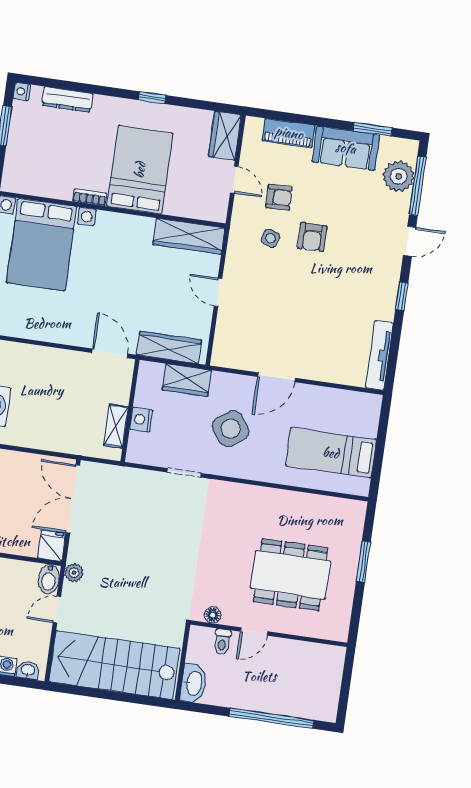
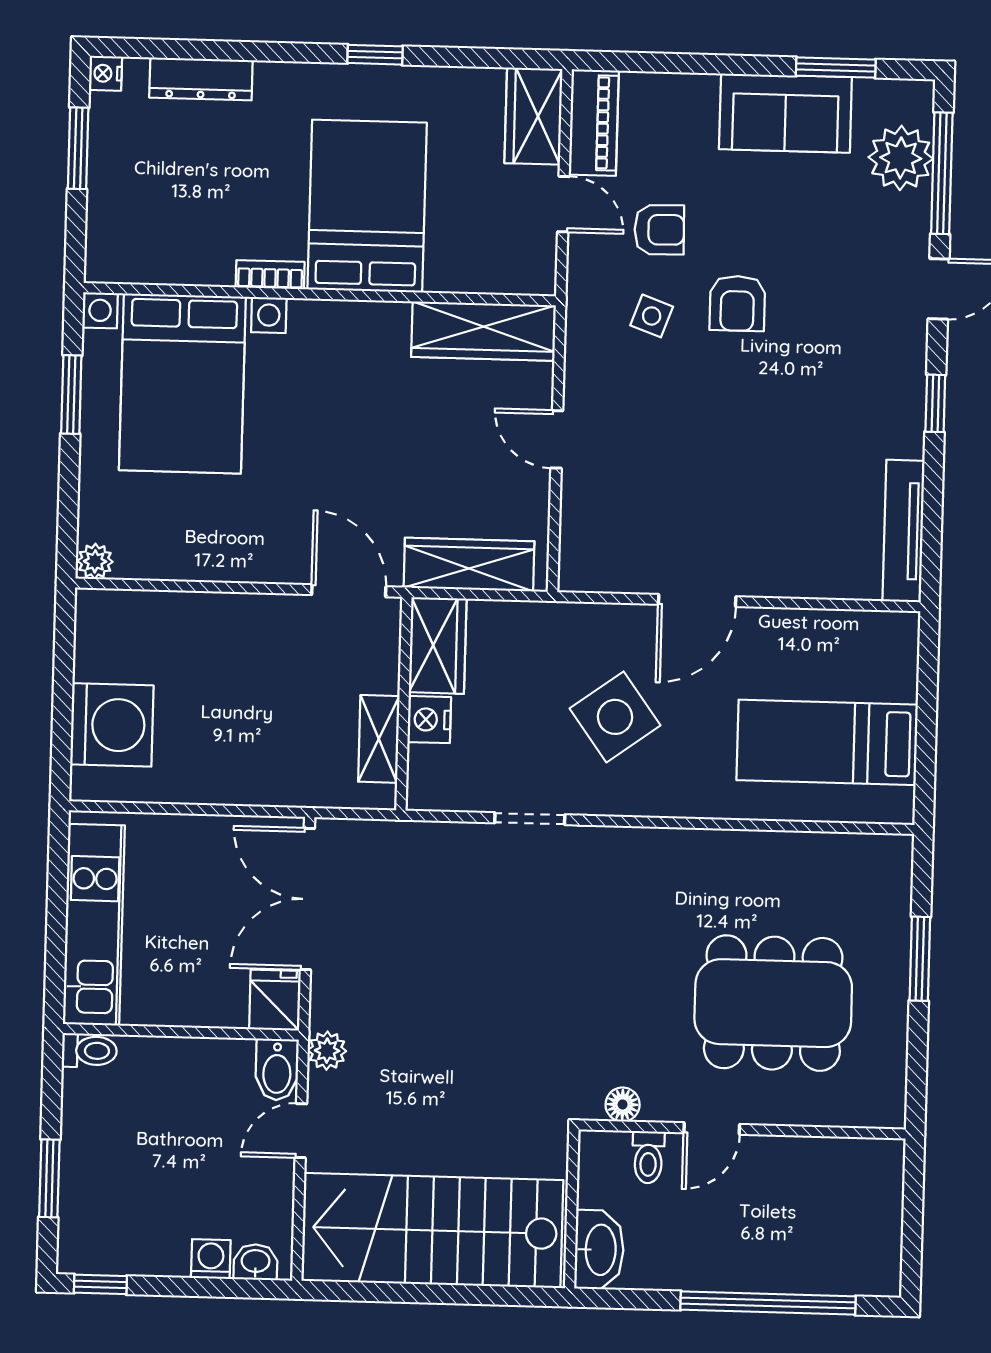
piano: (289, 133) -> (594, 123), moved, turned -90
wardrobe: (187, 380) -> (438, 645), moved, turned -90

